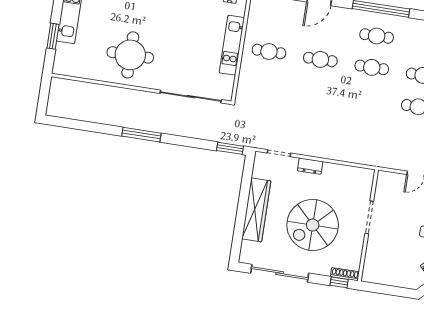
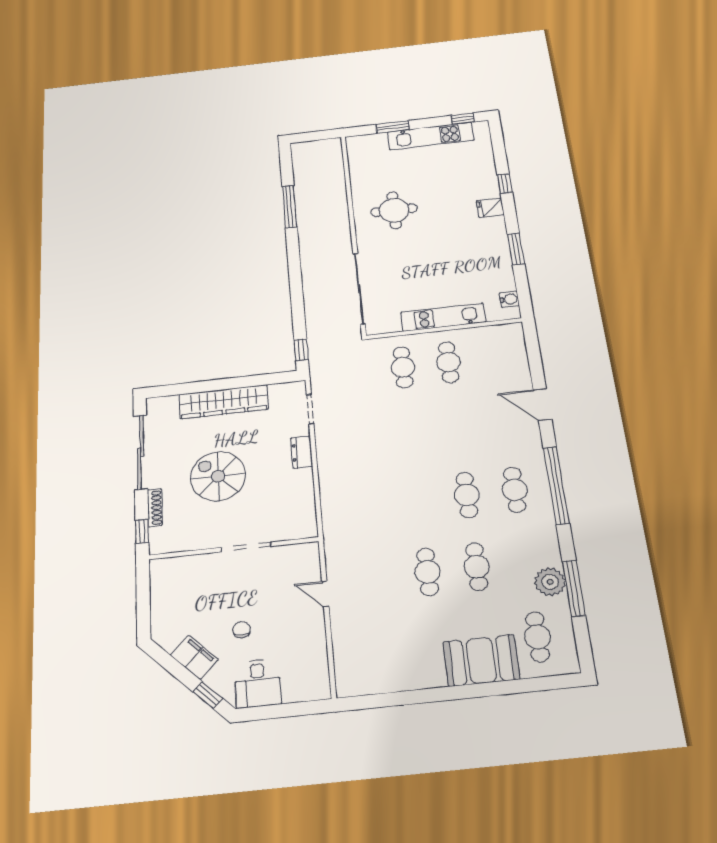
round table: (130, 55) -> (394, 210), width x0.73, depth x0.73
cafe table: (320, 59) -> (403, 367), moved
window: (141, 135) -> (290, 207), moved
window: (230, 148) -> (301, 350), width x0.67
spiral stairs: (313, 225) -> (218, 476), width x0.73, depth x0.73
shoe rack: (345, 274) -> (155, 508), moved

